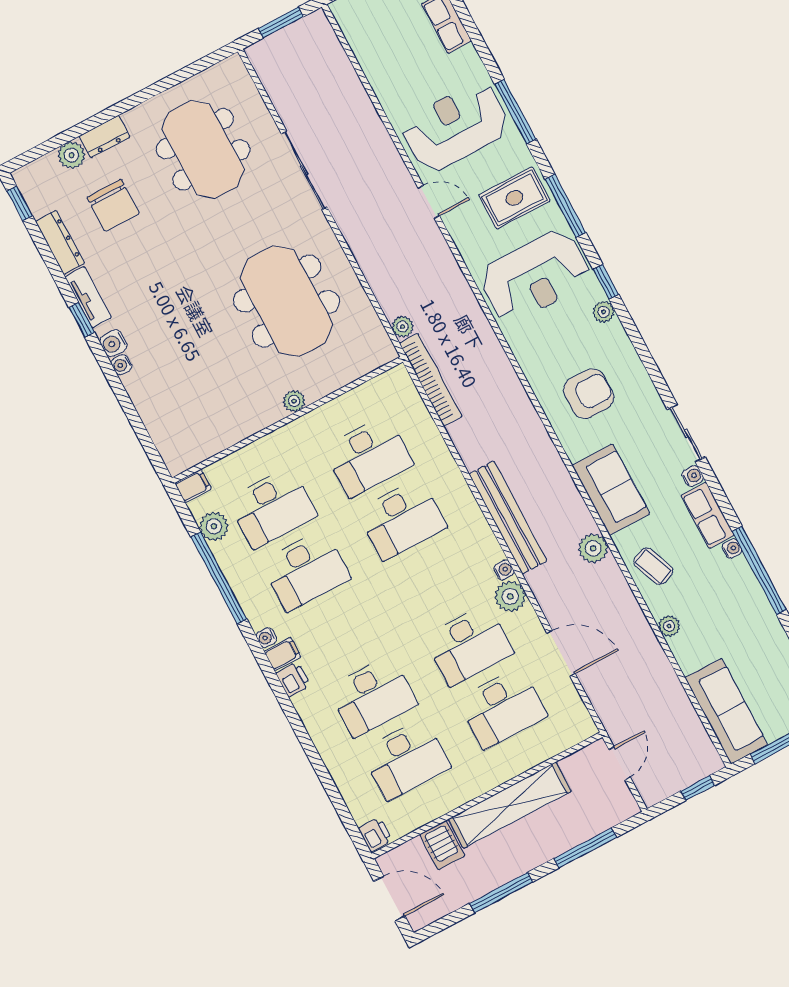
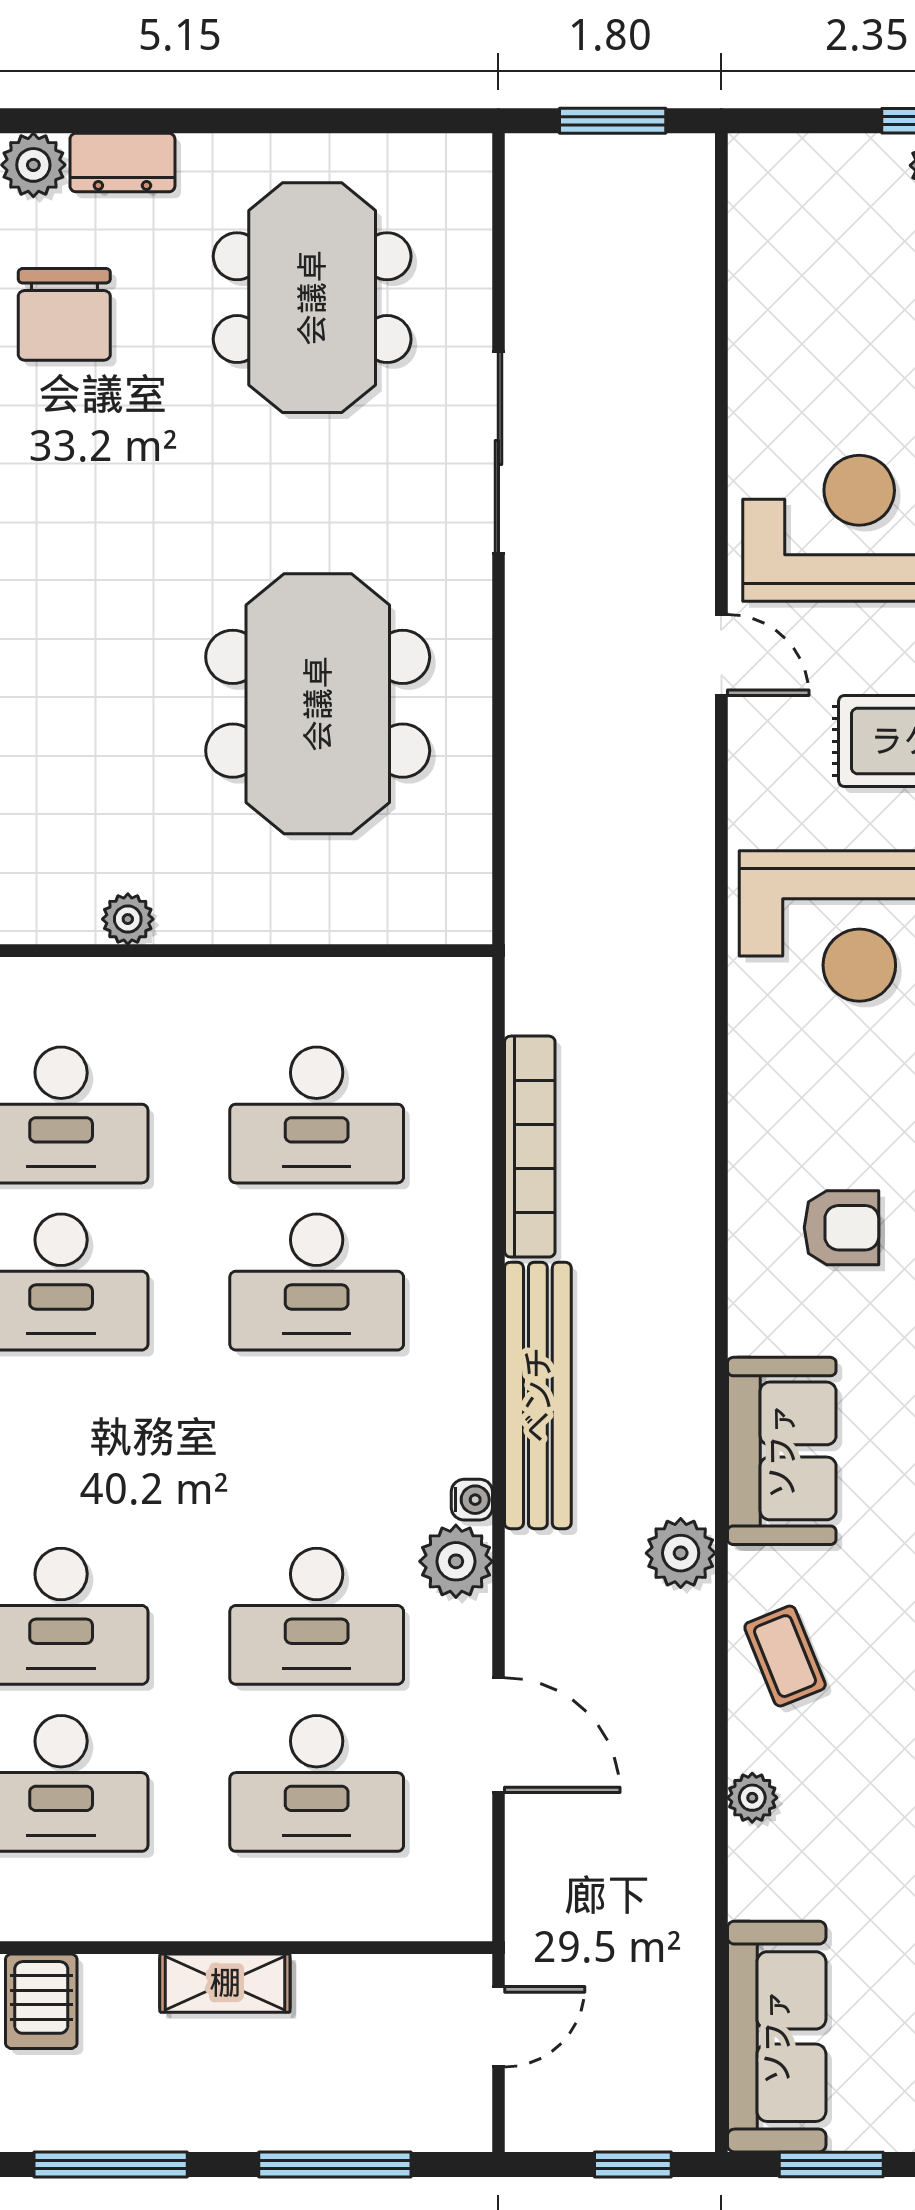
plant: (403, 327) -> (530, 884), removed
bookcase: (431, 380) -> (530, 1147), moved
armchair: (589, 394) -> (841, 1228), width x0.72, depth x0.72
plant: (294, 401) -> (128, 919), moved
shelving: (510, 805) -> (225, 1983), width x0.45, depth x0.75

